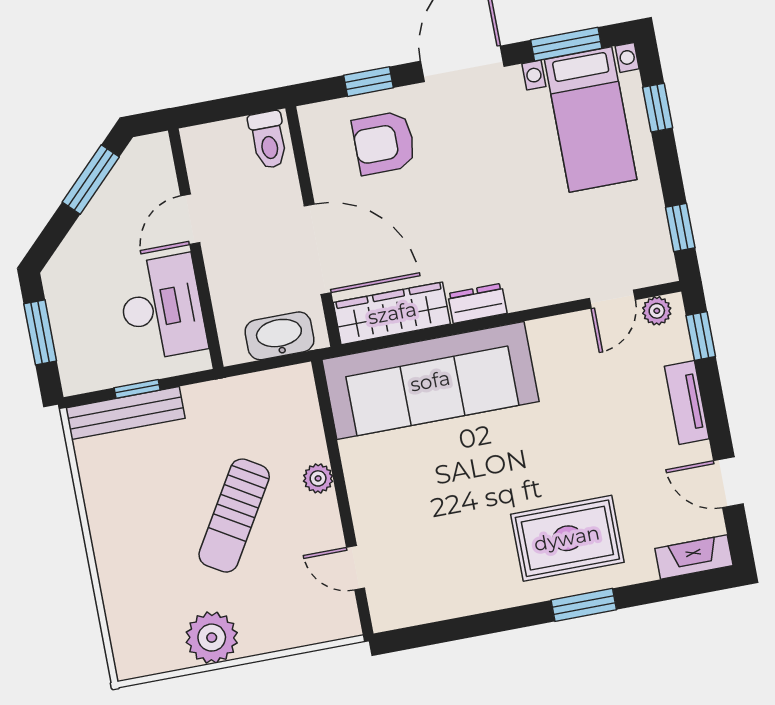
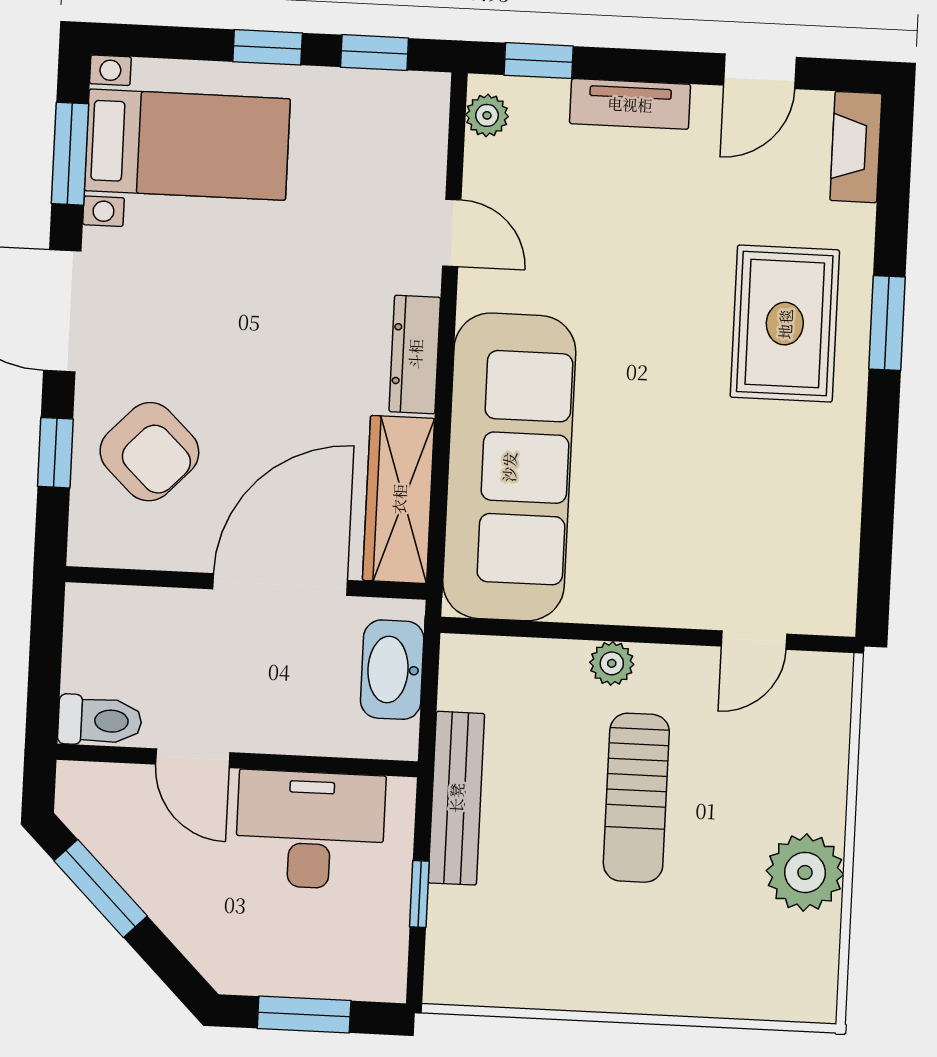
window: (658, 108) -> (268, 47), moved
toilet: (268, 140) -> (100, 720), moved
armchair: (384, 143) -> (149, 452), turned -46
door: (612, 299) -> (452, 233), moved
dresser: (477, 303) -> (415, 354), width x1.44
bench: (125, 413) -> (456, 798), moved
sun lounger: (234, 516) -> (636, 798), turned 59

